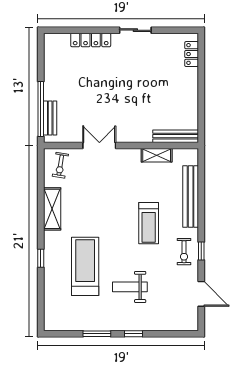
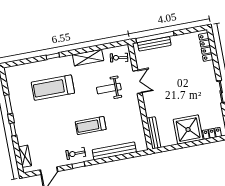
locker: (91, 40) -> (206, 47), moved
shower: (180, 87) -> (188, 130), added
bench: (50, 118) -> (154, 44), width x1.36
shelving: (157, 155) -> (25, 156), moved
treadmill: (85, 266) -> (53, 88), turned 180
weight bench: (130, 287) -> (109, 89), moved, turned -90

